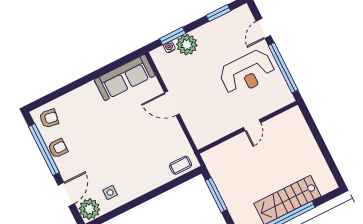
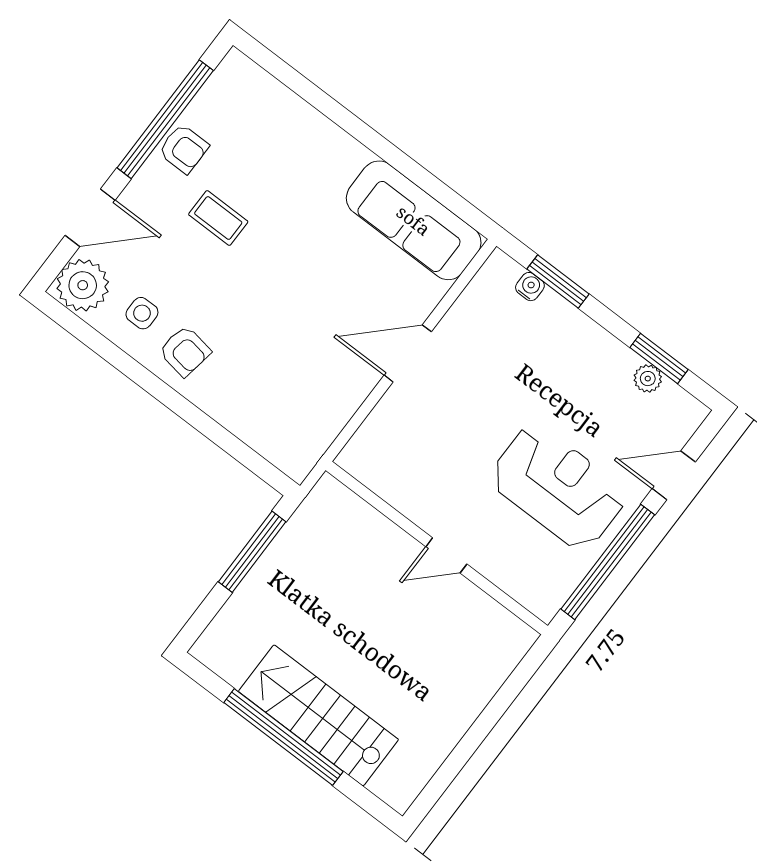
plant: (187, 45) -> (648, 379), moved, width x0.53, depth x0.53
reception desk: (247, 72) -> (558, 487), turned 180
door: (172, 103) -> (408, 353), hinge flipped
armchair: (49, 118) -> (185, 351), moved
coffee table: (181, 165) -> (218, 218), moved

